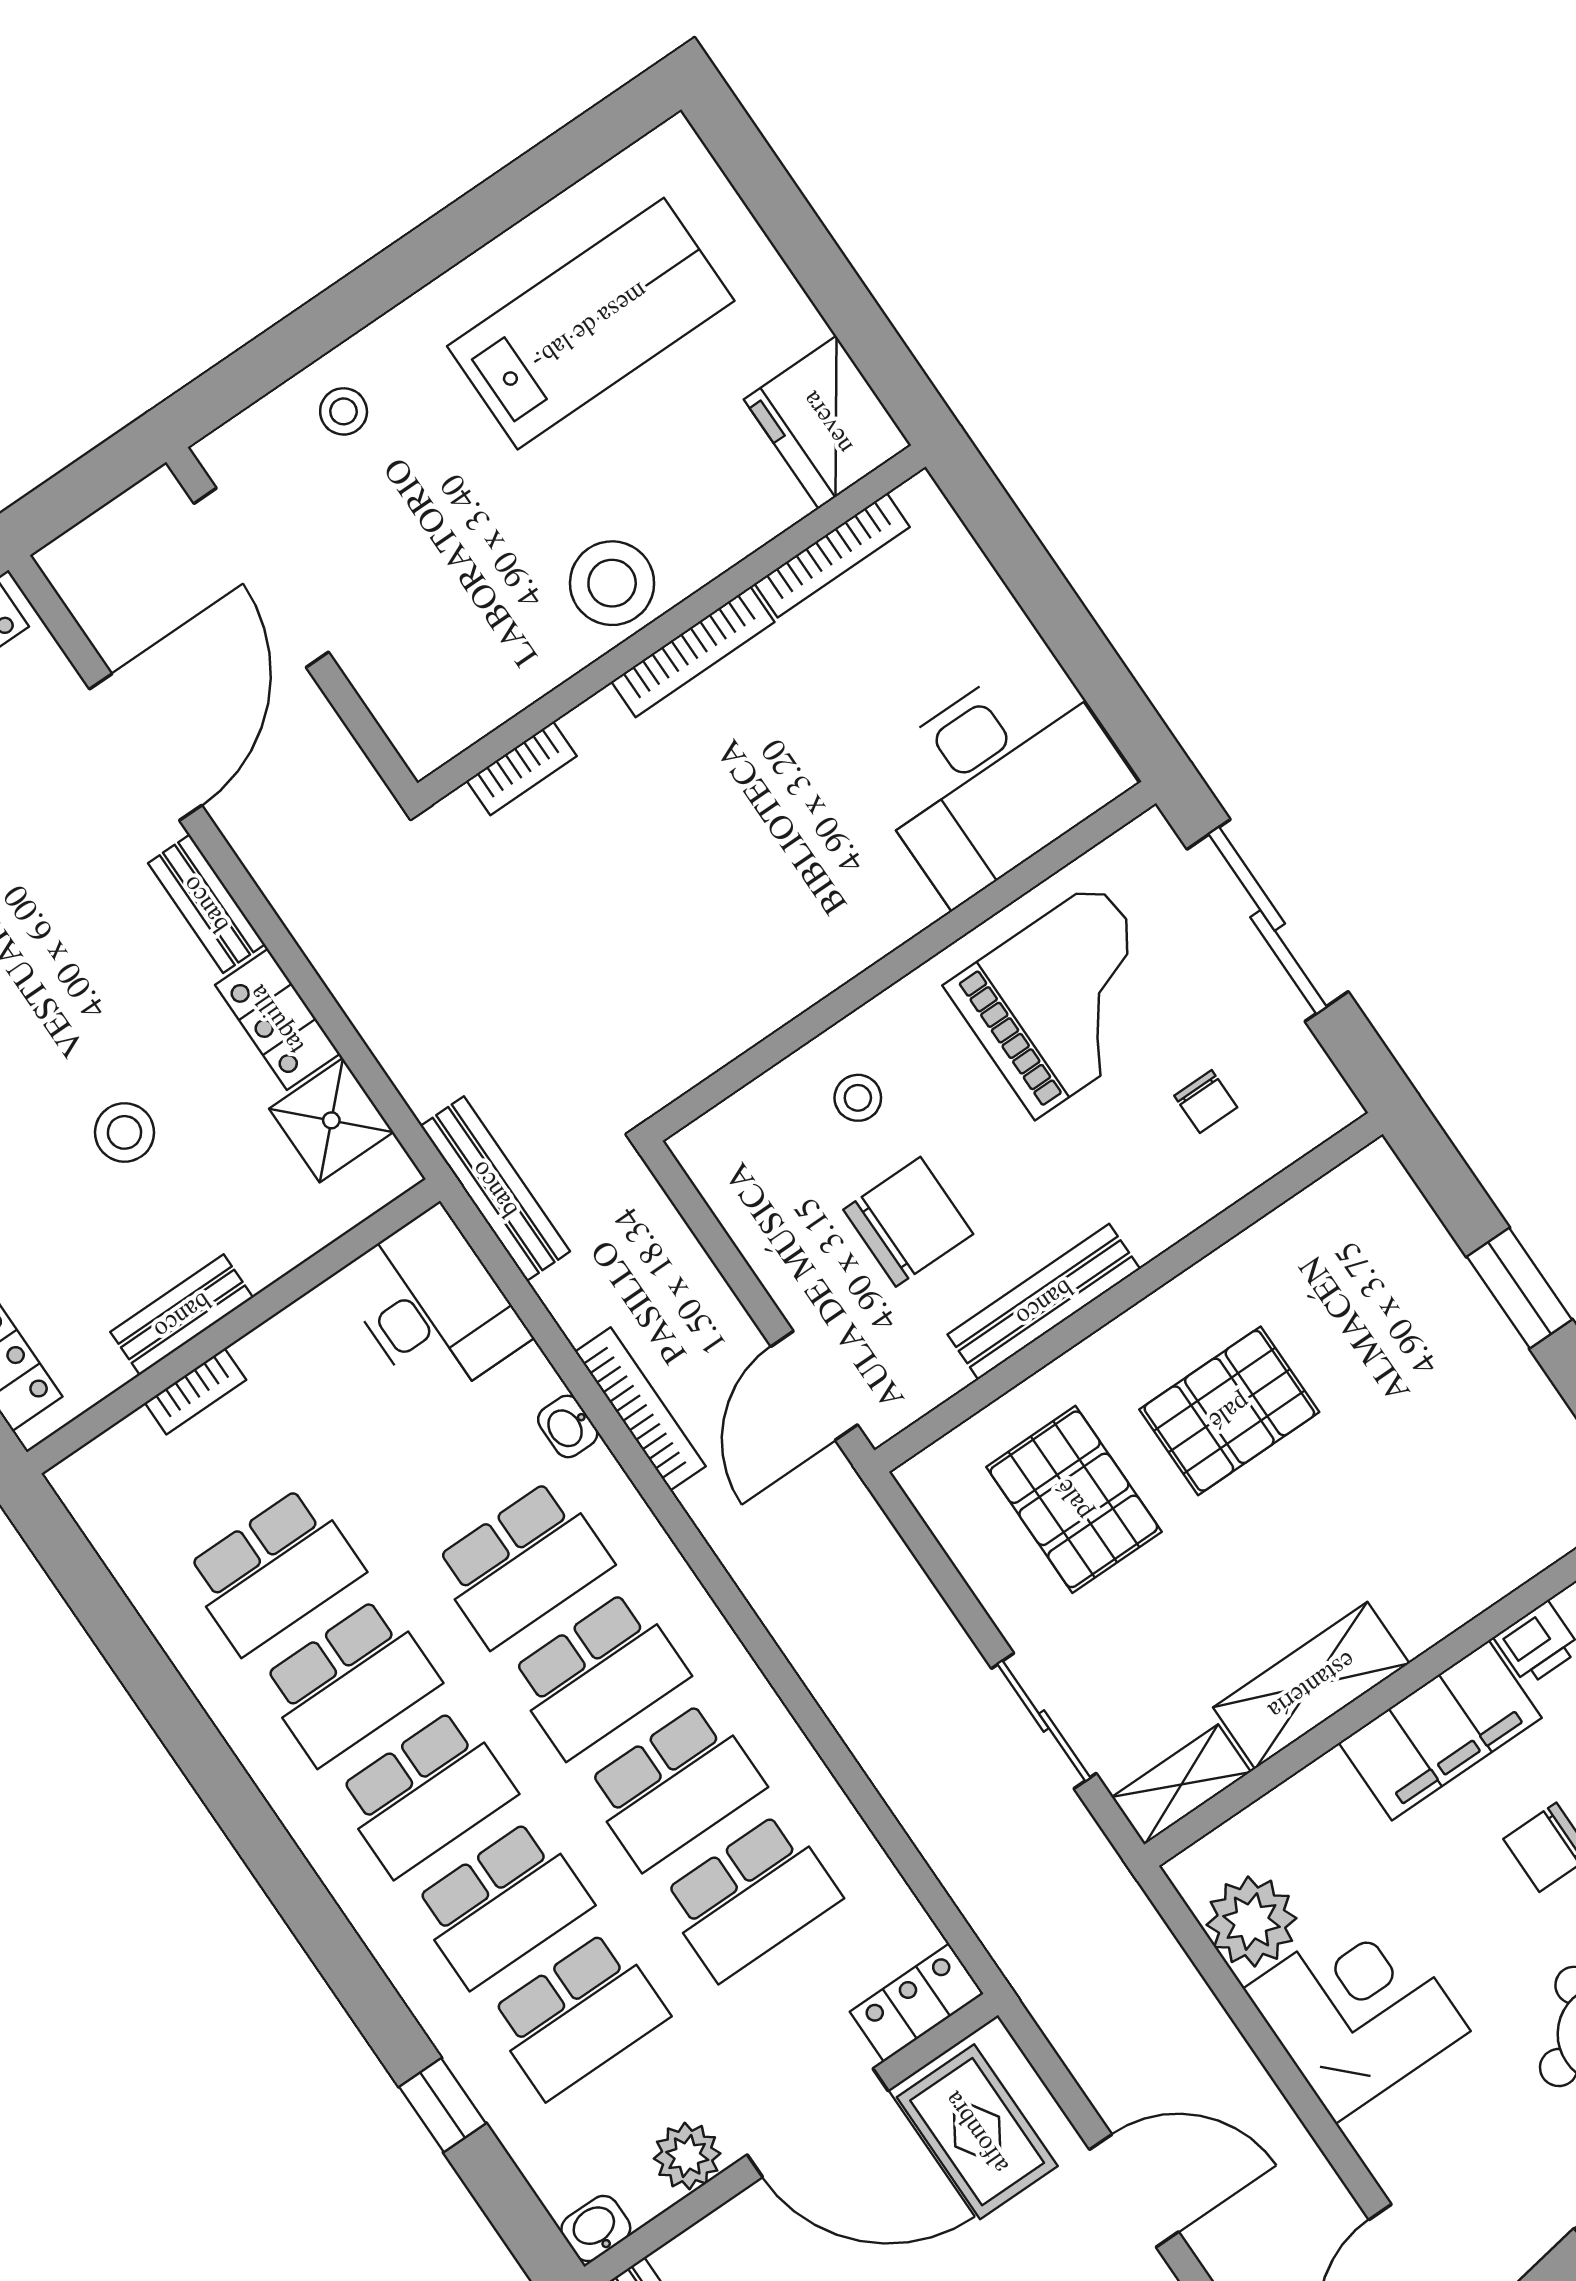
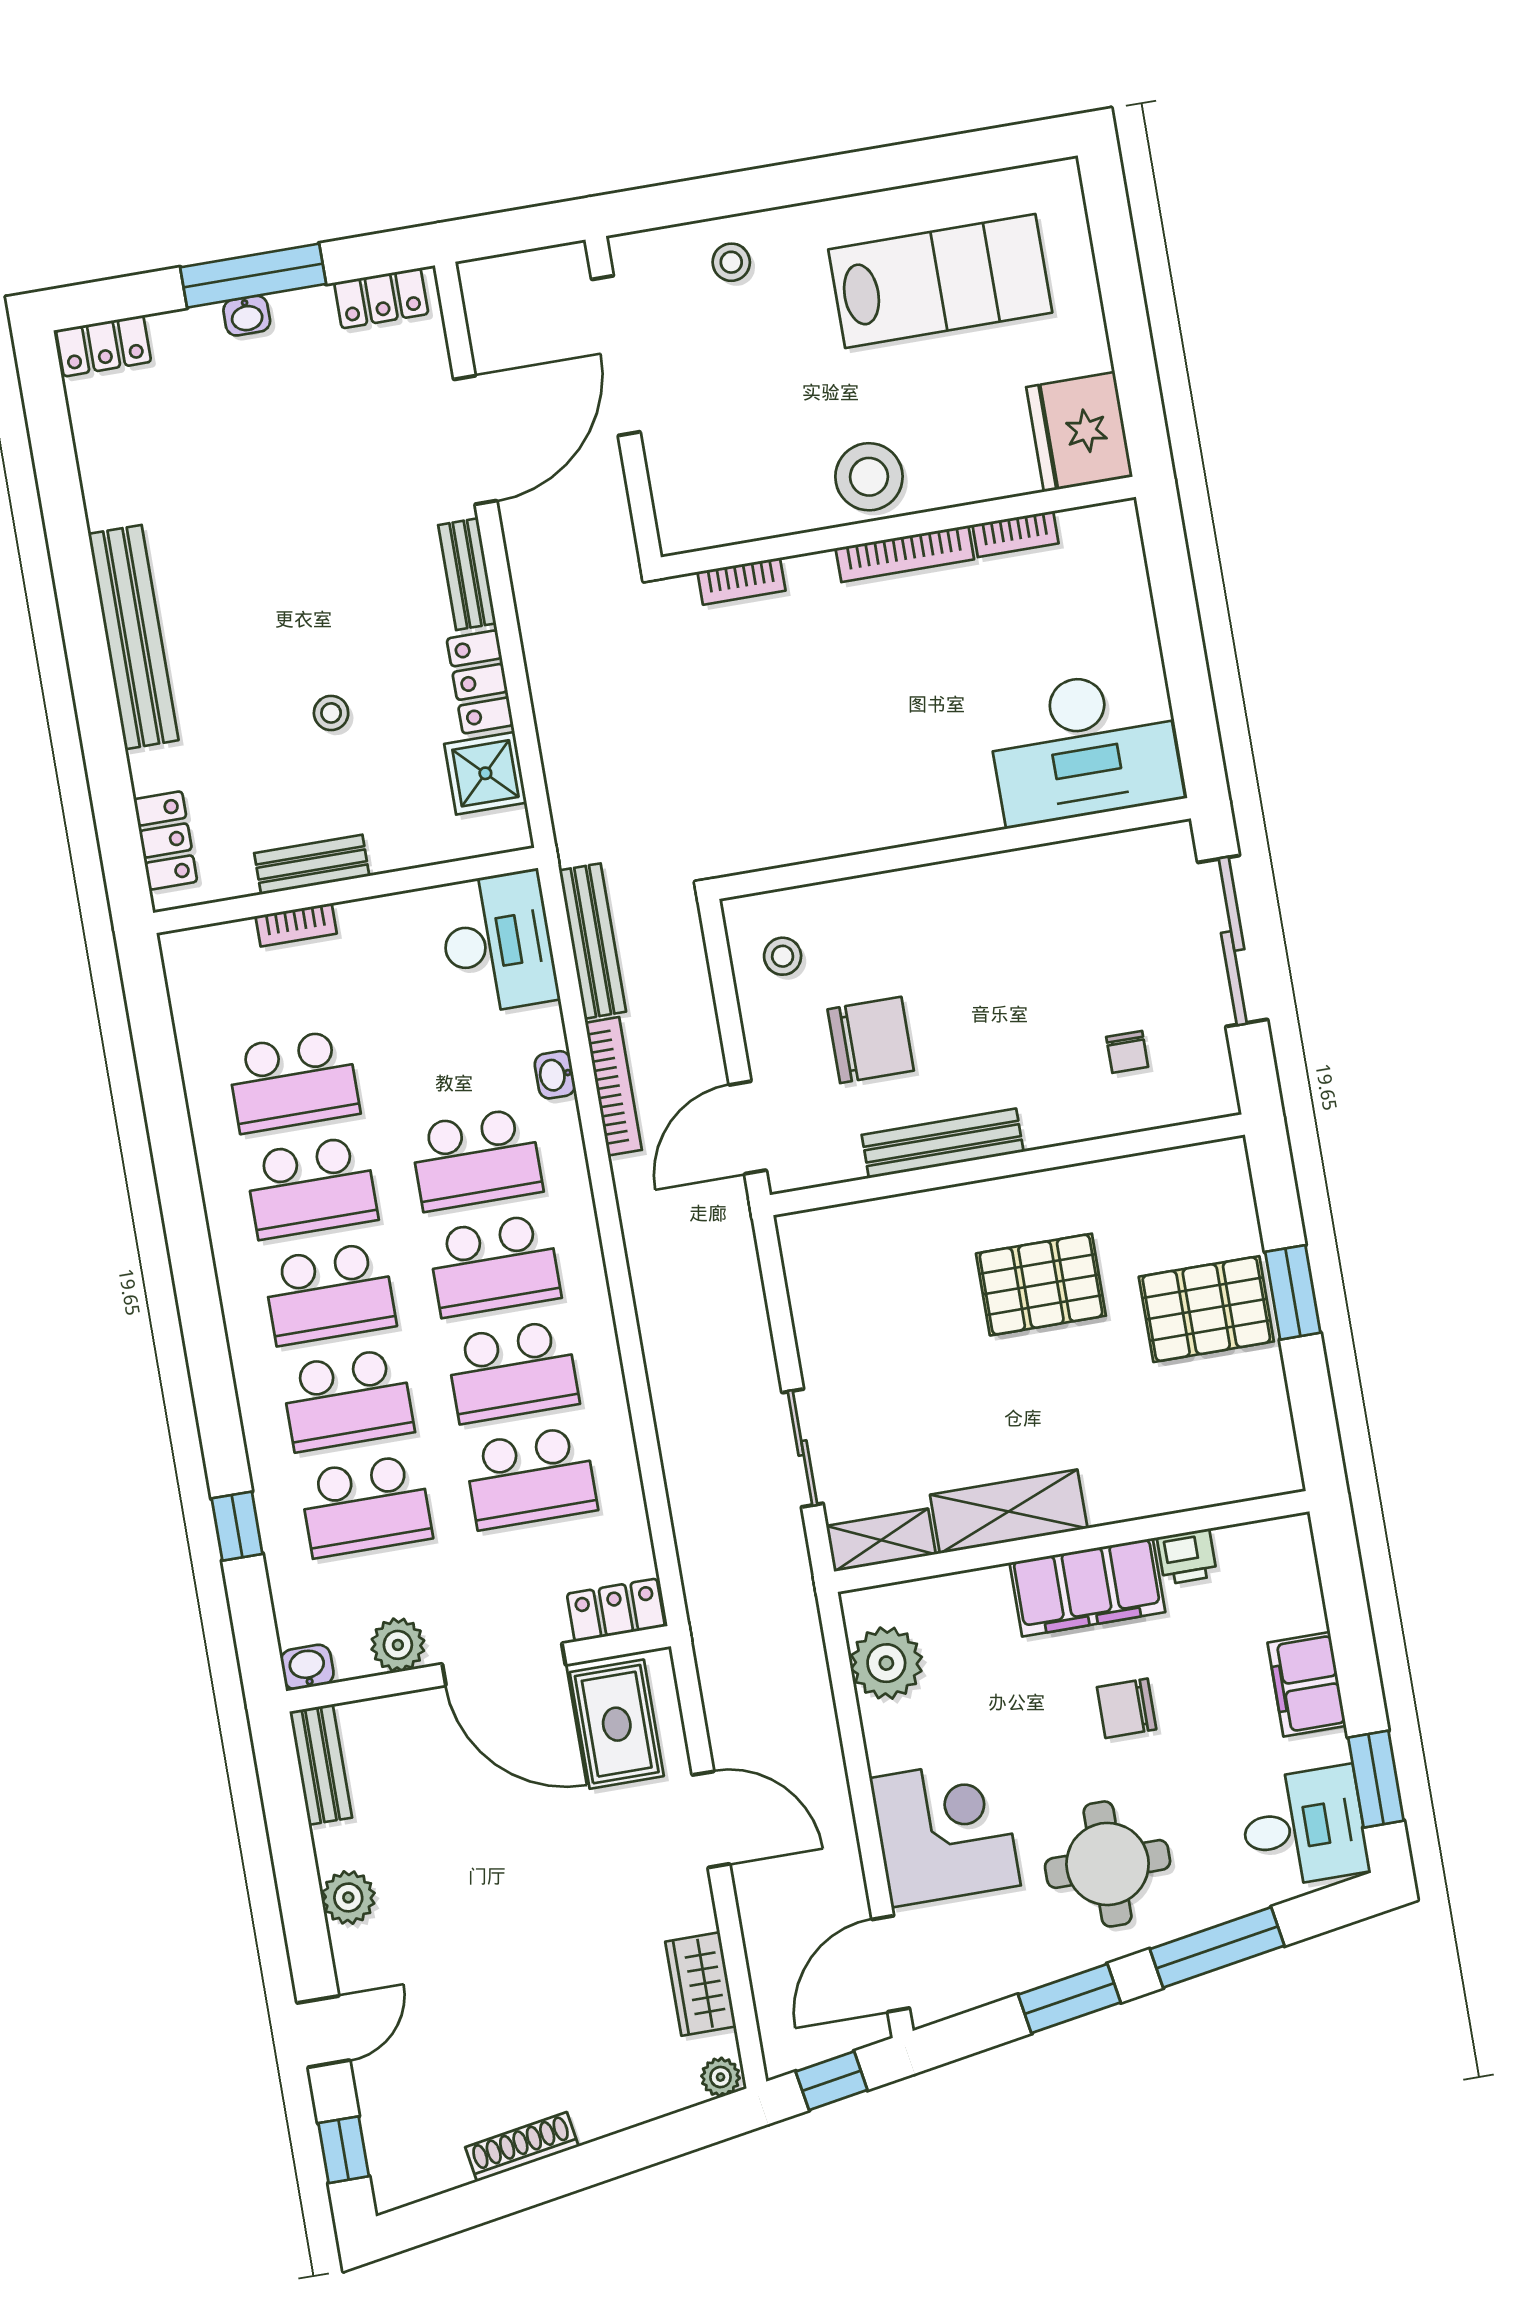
bookcase: (832, 555) -> (1016, 534), width x0.64
grand piano: (1067, 1000) -> (1060, 931), removed
stool: (858, 1098) -> (783, 956), moved
stool: (125, 1132) -> (331, 713), width x0.73, depth x0.73
bench: (495, 1189) -> (593, 941), moved
pallet: (1074, 1499) -> (1206, 1309), moved, turned 90
corner desk: (1357, 2010) -> (945, 1832), moved

